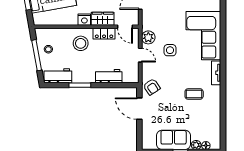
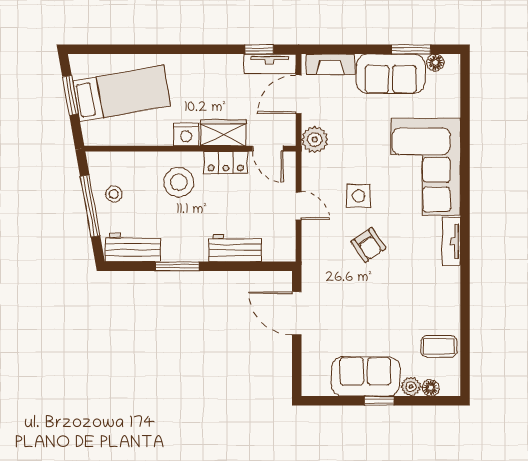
plant: (148, 37) -> (315, 139), moved
armchair: (152, 87) -> (368, 245), moved
coffee table: (194, 94) -> (439, 346), moved

